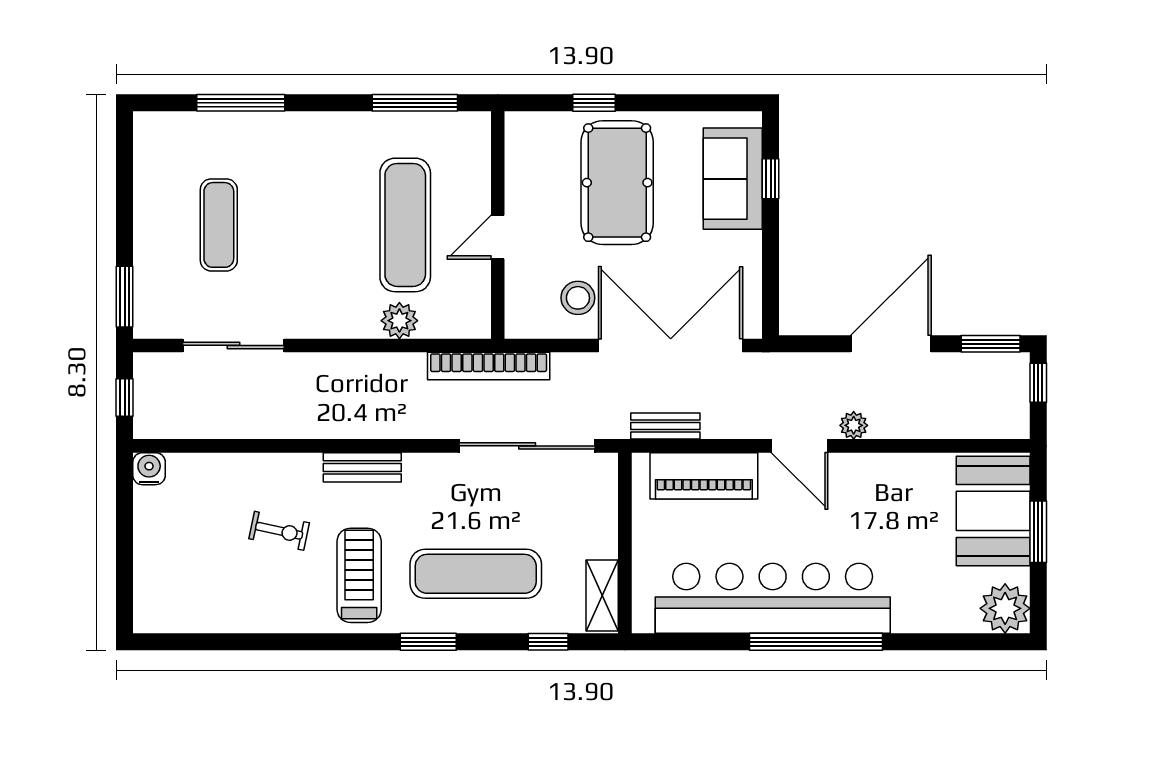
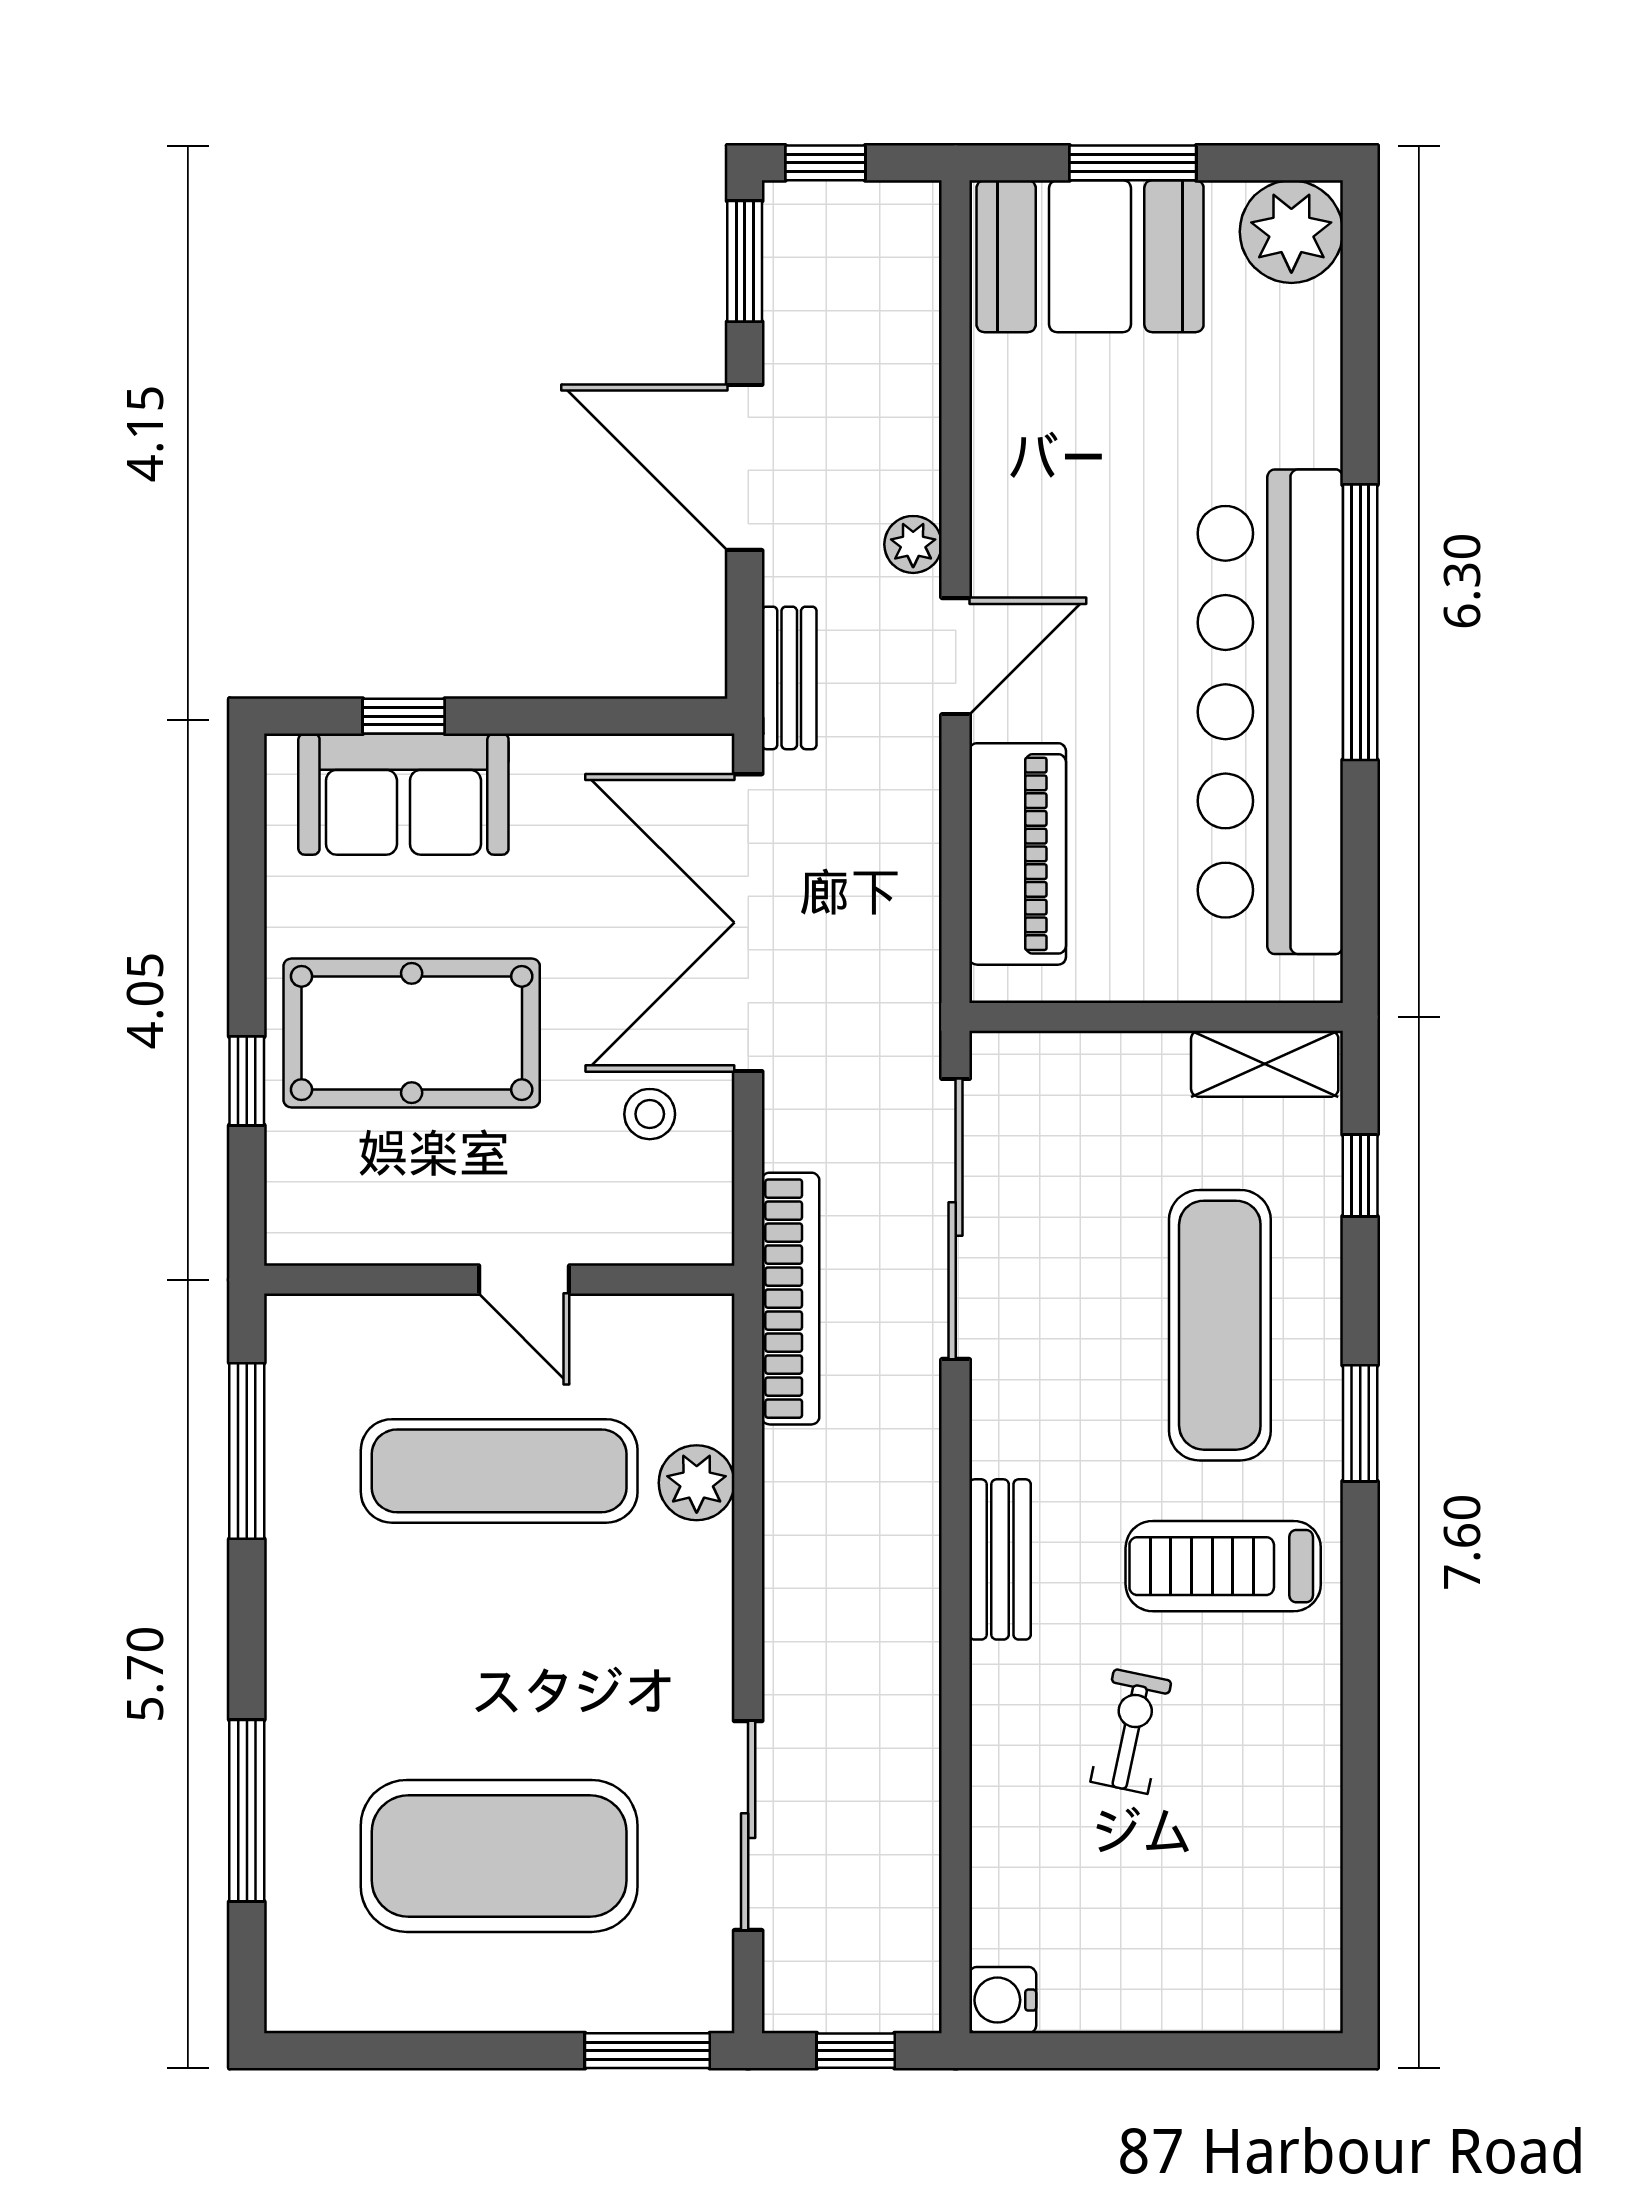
exercise mat: (219, 225) -> (499, 1856), width x2.00, depth x1.45
stool: (578, 298) -> (650, 1114), width x0.73, depth x0.73
bench: (665, 426) -> (789, 678), moved

